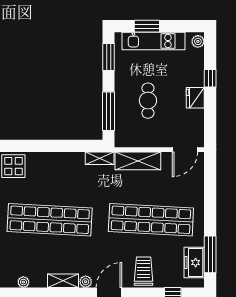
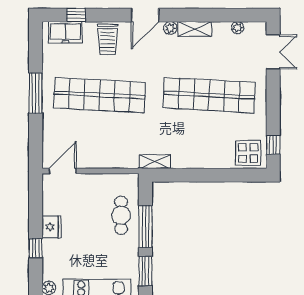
cafe table: (148, 101) -> (121, 215), moved
window: (109, 111) -> (145, 226), moved
shelving: (138, 161) -> (114, 159), removed
window: (210, 254) -> (36, 93), moved
freezer: (194, 263) -> (66, 32), moved, turned 90

